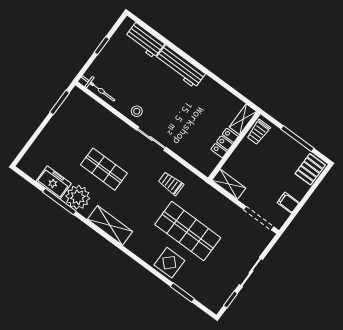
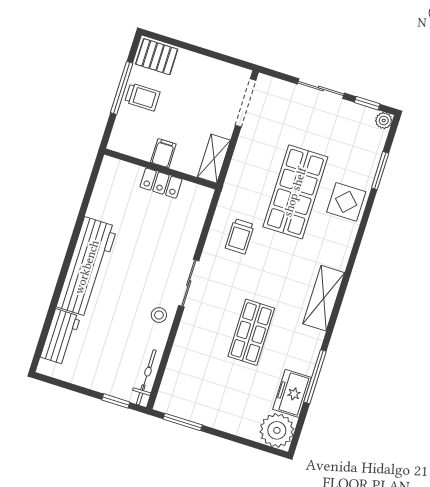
window: (102, 46) -> (116, 401), moved
workbench: (180, 66) -> (87, 267), width x1.36, depth x1.32
shelving: (243, 119) -> (121, 169), removed
trolley: (258, 132) -> (142, 97), moved
plant: (78, 197) -> (277, 430), moved
filing cabinet: (288, 203) -> (163, 153), moved, turned 180
plant: (215, 307) -> (384, 121), added

